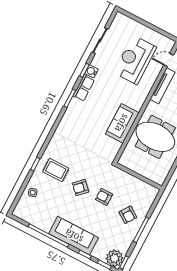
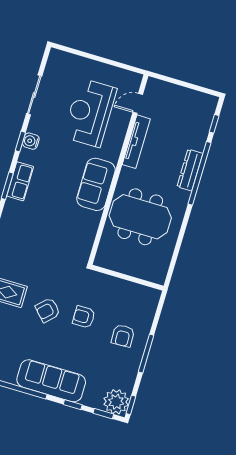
row of seats: (84, 88) -> (20, 181), moved
sofa: (122, 123) -> (96, 184), moved
armchair: (128, 215) -> (123, 336), turned 54

